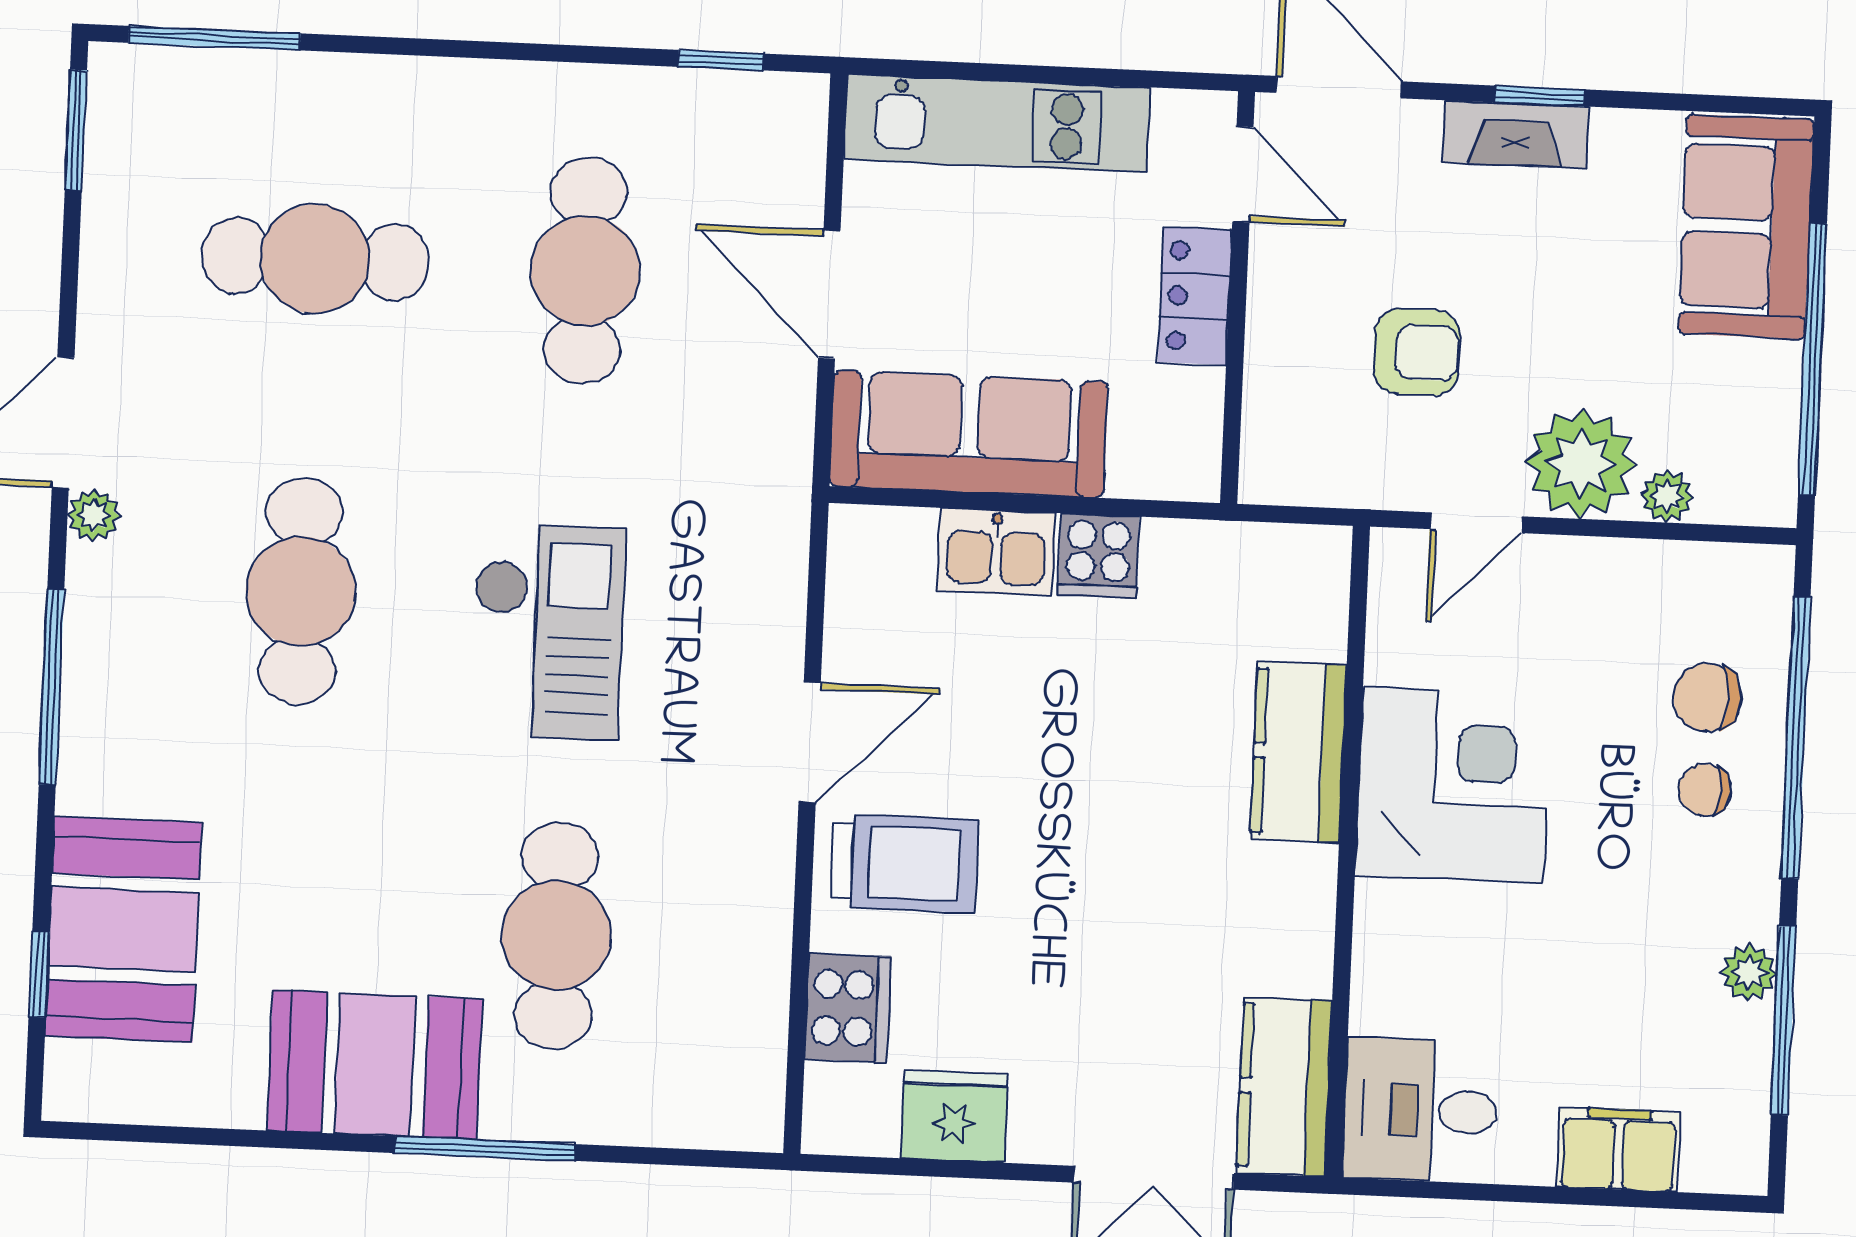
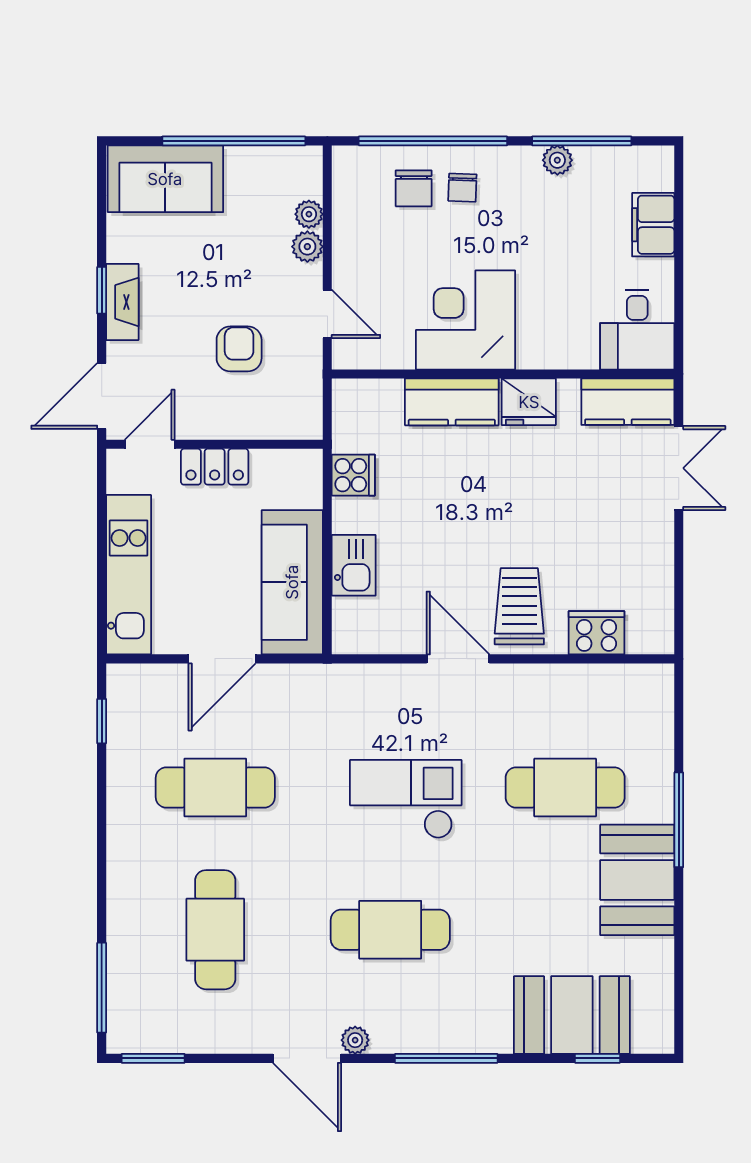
plant: (1581, 463) -> (307, 247), width x0.53, depth x0.53
cooker: (1098, 556) -> (353, 475), moved
fridge: (954, 1116) -> (529, 402), moved, turned -90

